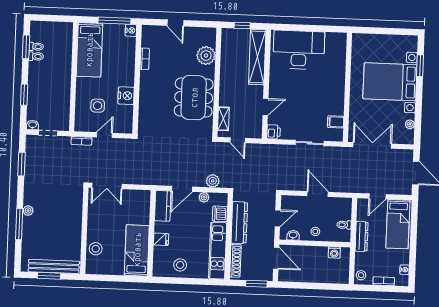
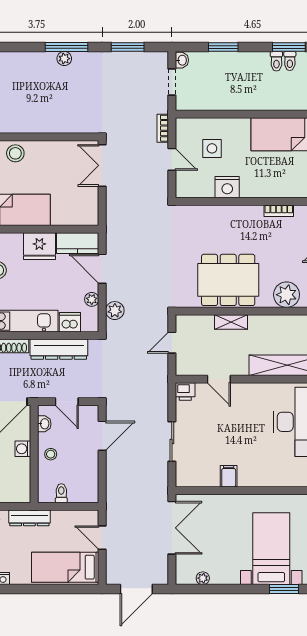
bed with nightstands: (390, 82) -> (271, 549), width x0.73
shelving: (223, 119) -> (231, 322), moved
filing cabinet: (336, 122) -> (229, 476), moved
door: (318, 194) -> (102, 436), moved
window: (19, 224) -> (66, 47), moved
dresser: (362, 236) -> (29, 518), moved
fridge: (161, 239) -> (39, 246), width x1.88, depth x1.34
washing machine: (334, 252) -> (23, 449), moved

